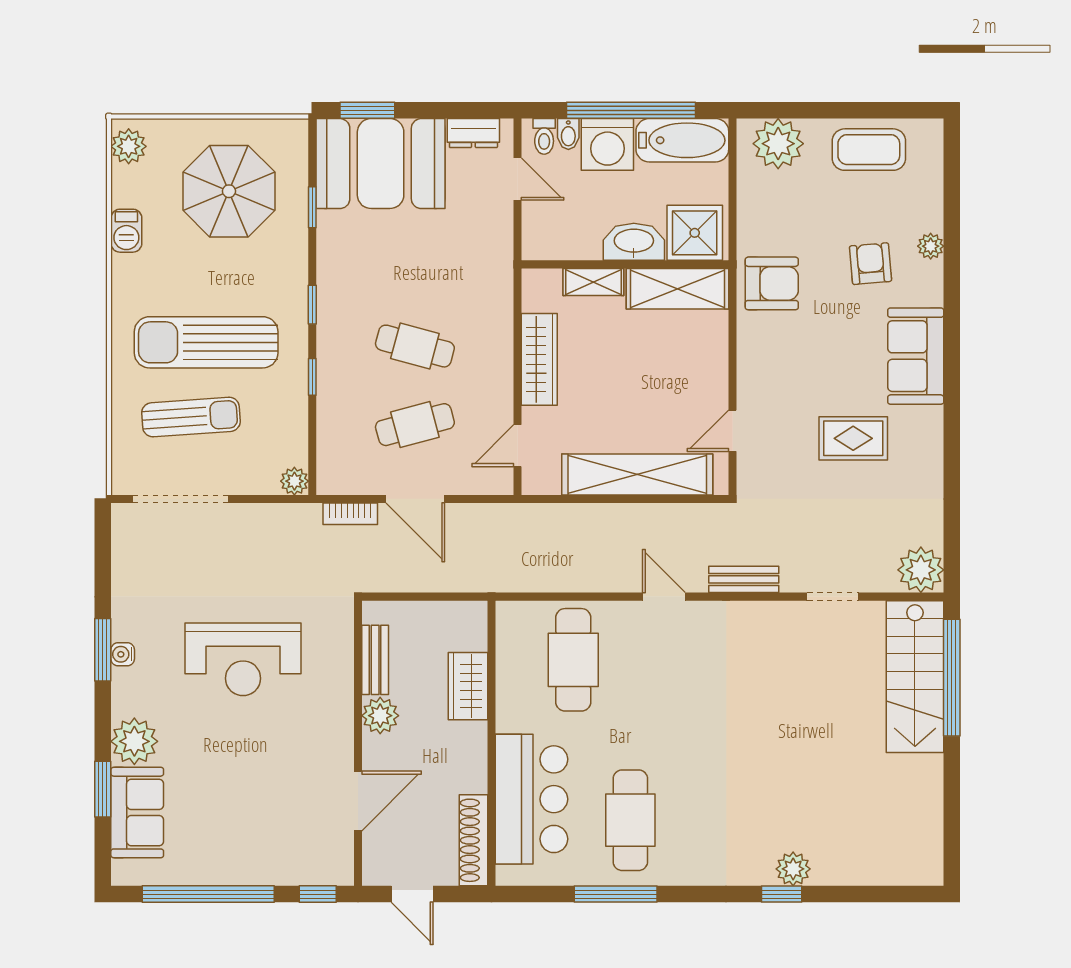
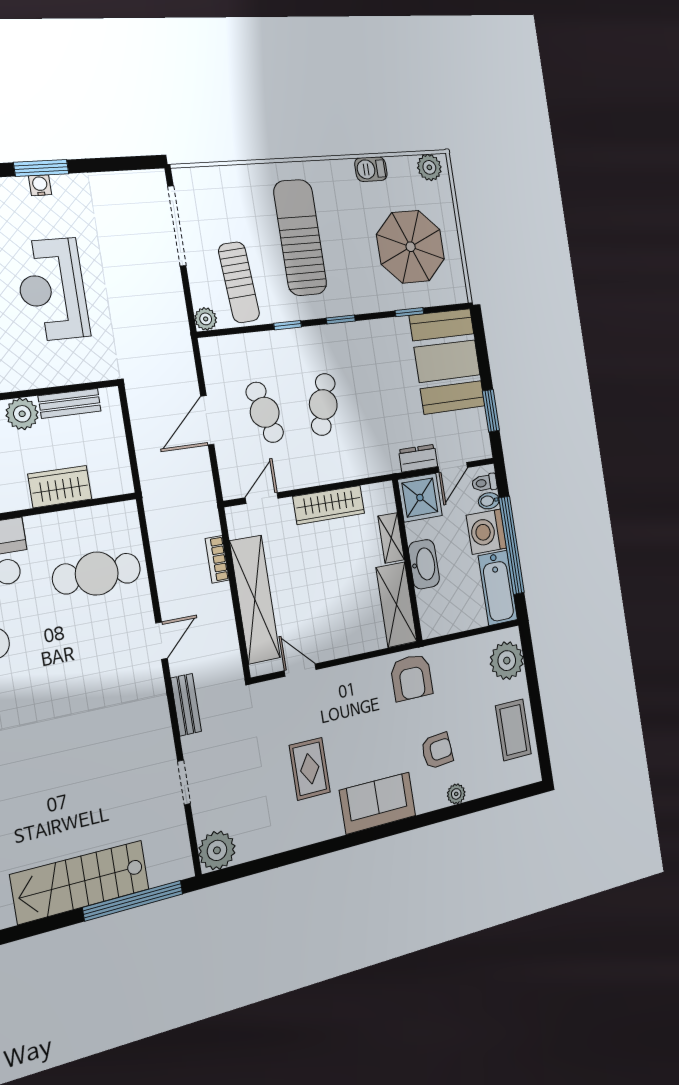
window: (367, 110) -> (491, 411), moved
dresser: (473, 133) -> (418, 458), moved, turned 90
shower: (695, 233) -> (420, 498), moved
sun lounger: (191, 417) -> (239, 282), moved
door: (518, 446) -> (262, 498), hinge flipped
bookcase: (350, 514) -> (217, 559), moved
stairs: (915, 677) -> (80, 882), moved

